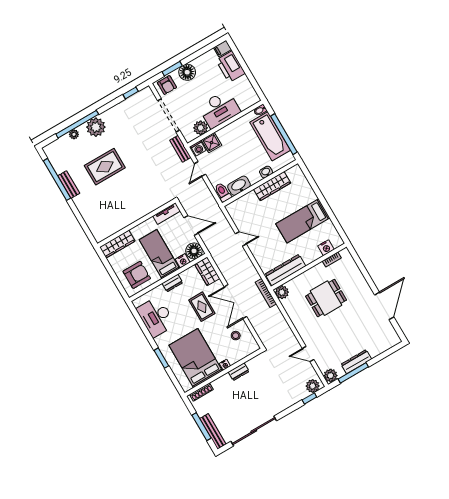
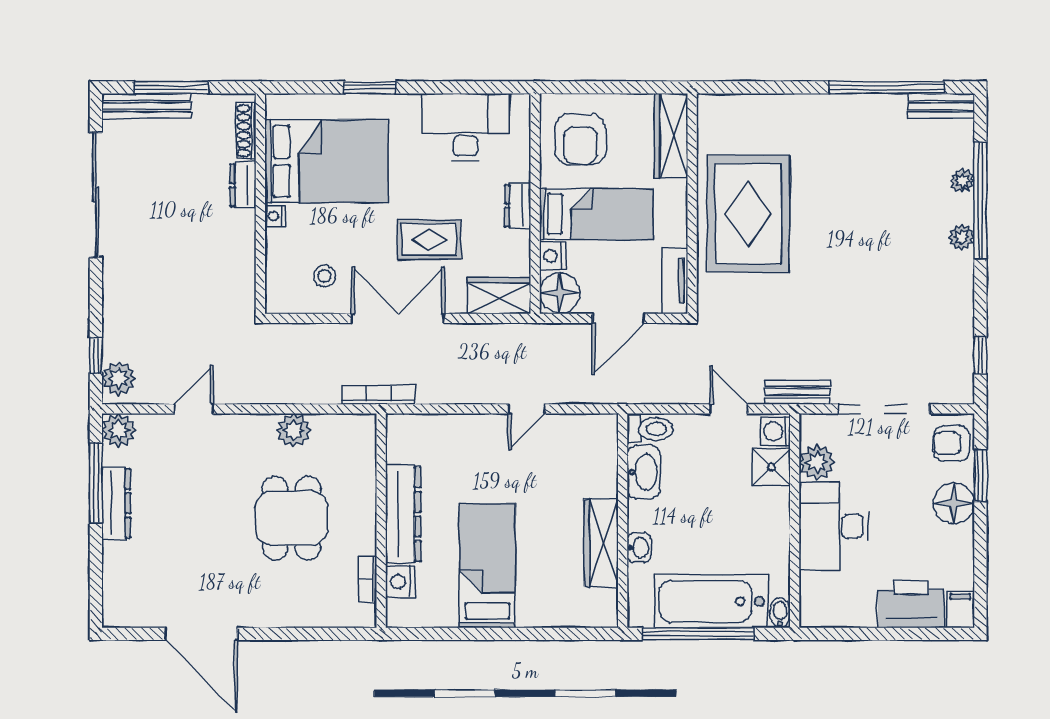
plant: (96, 127) -> (962, 237), width x0.53, depth x0.53
rug: (105, 167) -> (748, 214), moved, width x1.37, depth x1.44
bench: (69, 185) -> (941, 106), moved
dresser: (285, 270) -> (403, 514), moved
plant: (282, 292) -> (294, 430), moved
dresser: (239, 372) -> (243, 185), moved

